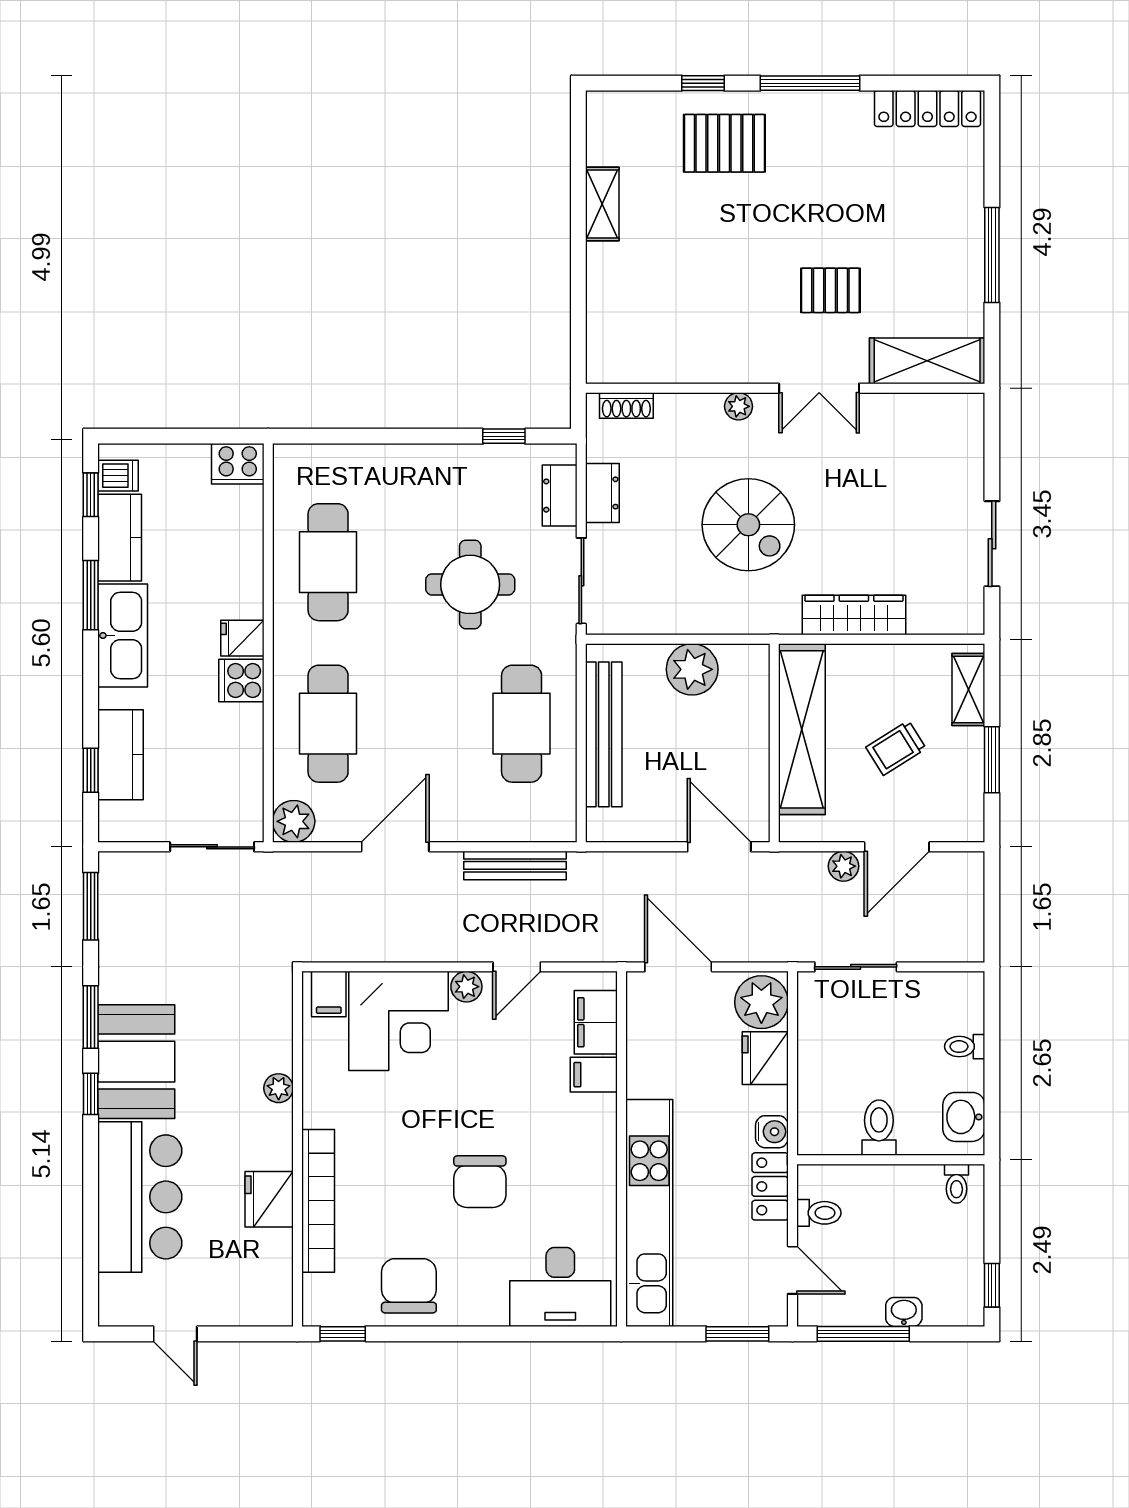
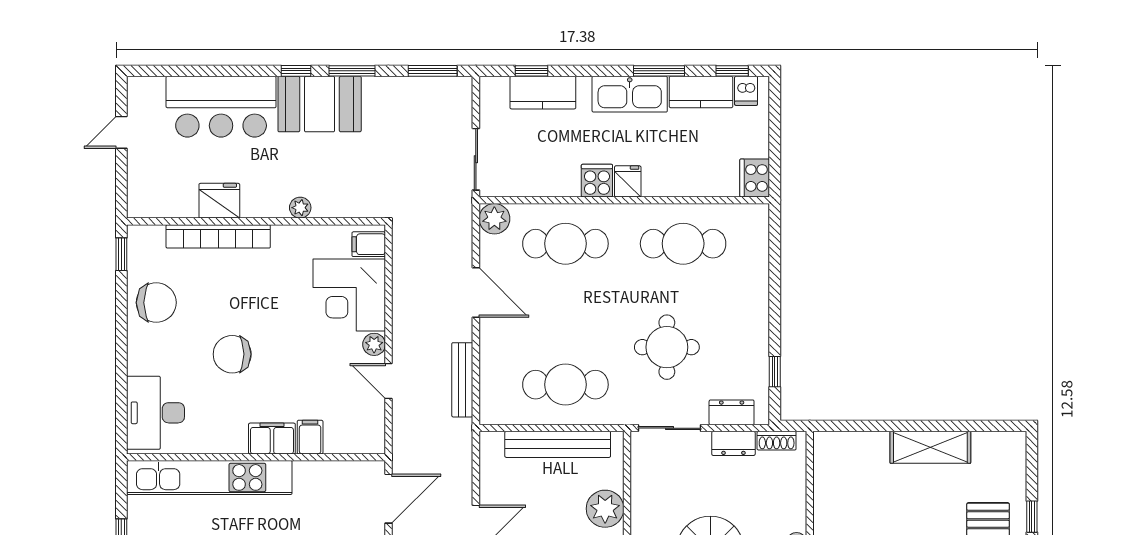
shelving: (602, 204) -> (930, 447), width x1.50, depth x1.33
shoe rack: (626, 405) -> (777, 441), moved, turned -90
filing cabinet: (596, 1022) -> (272, 439), moved

